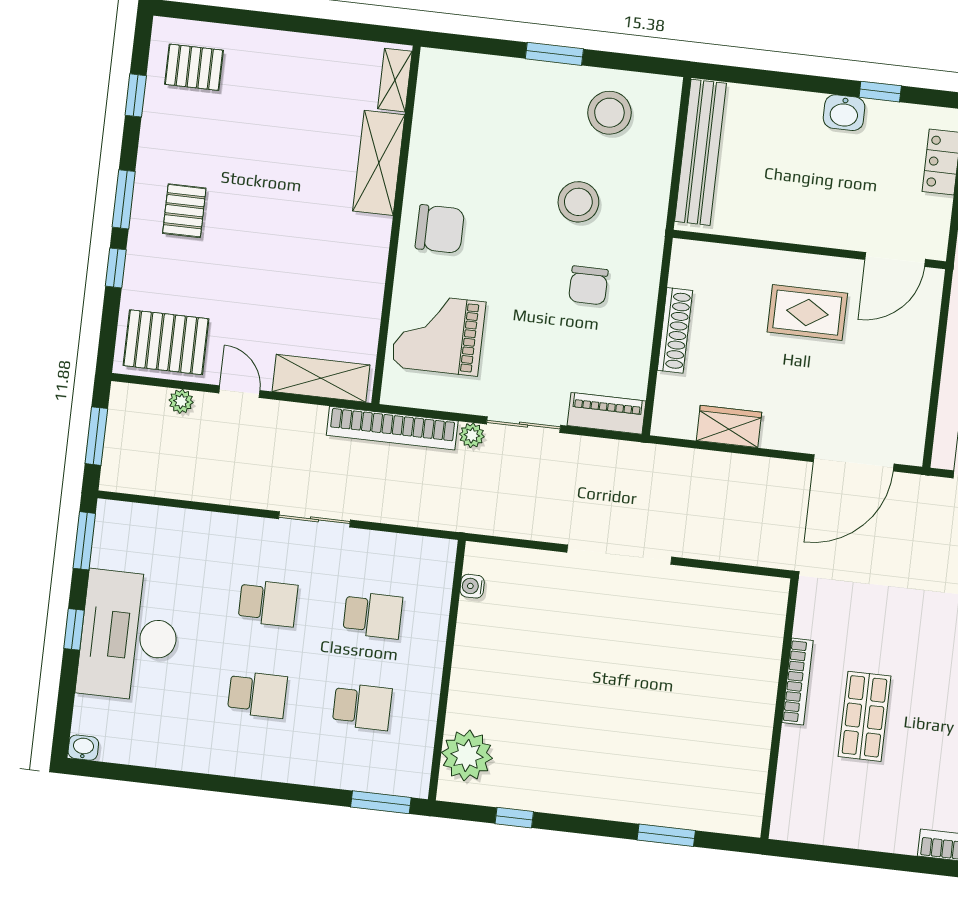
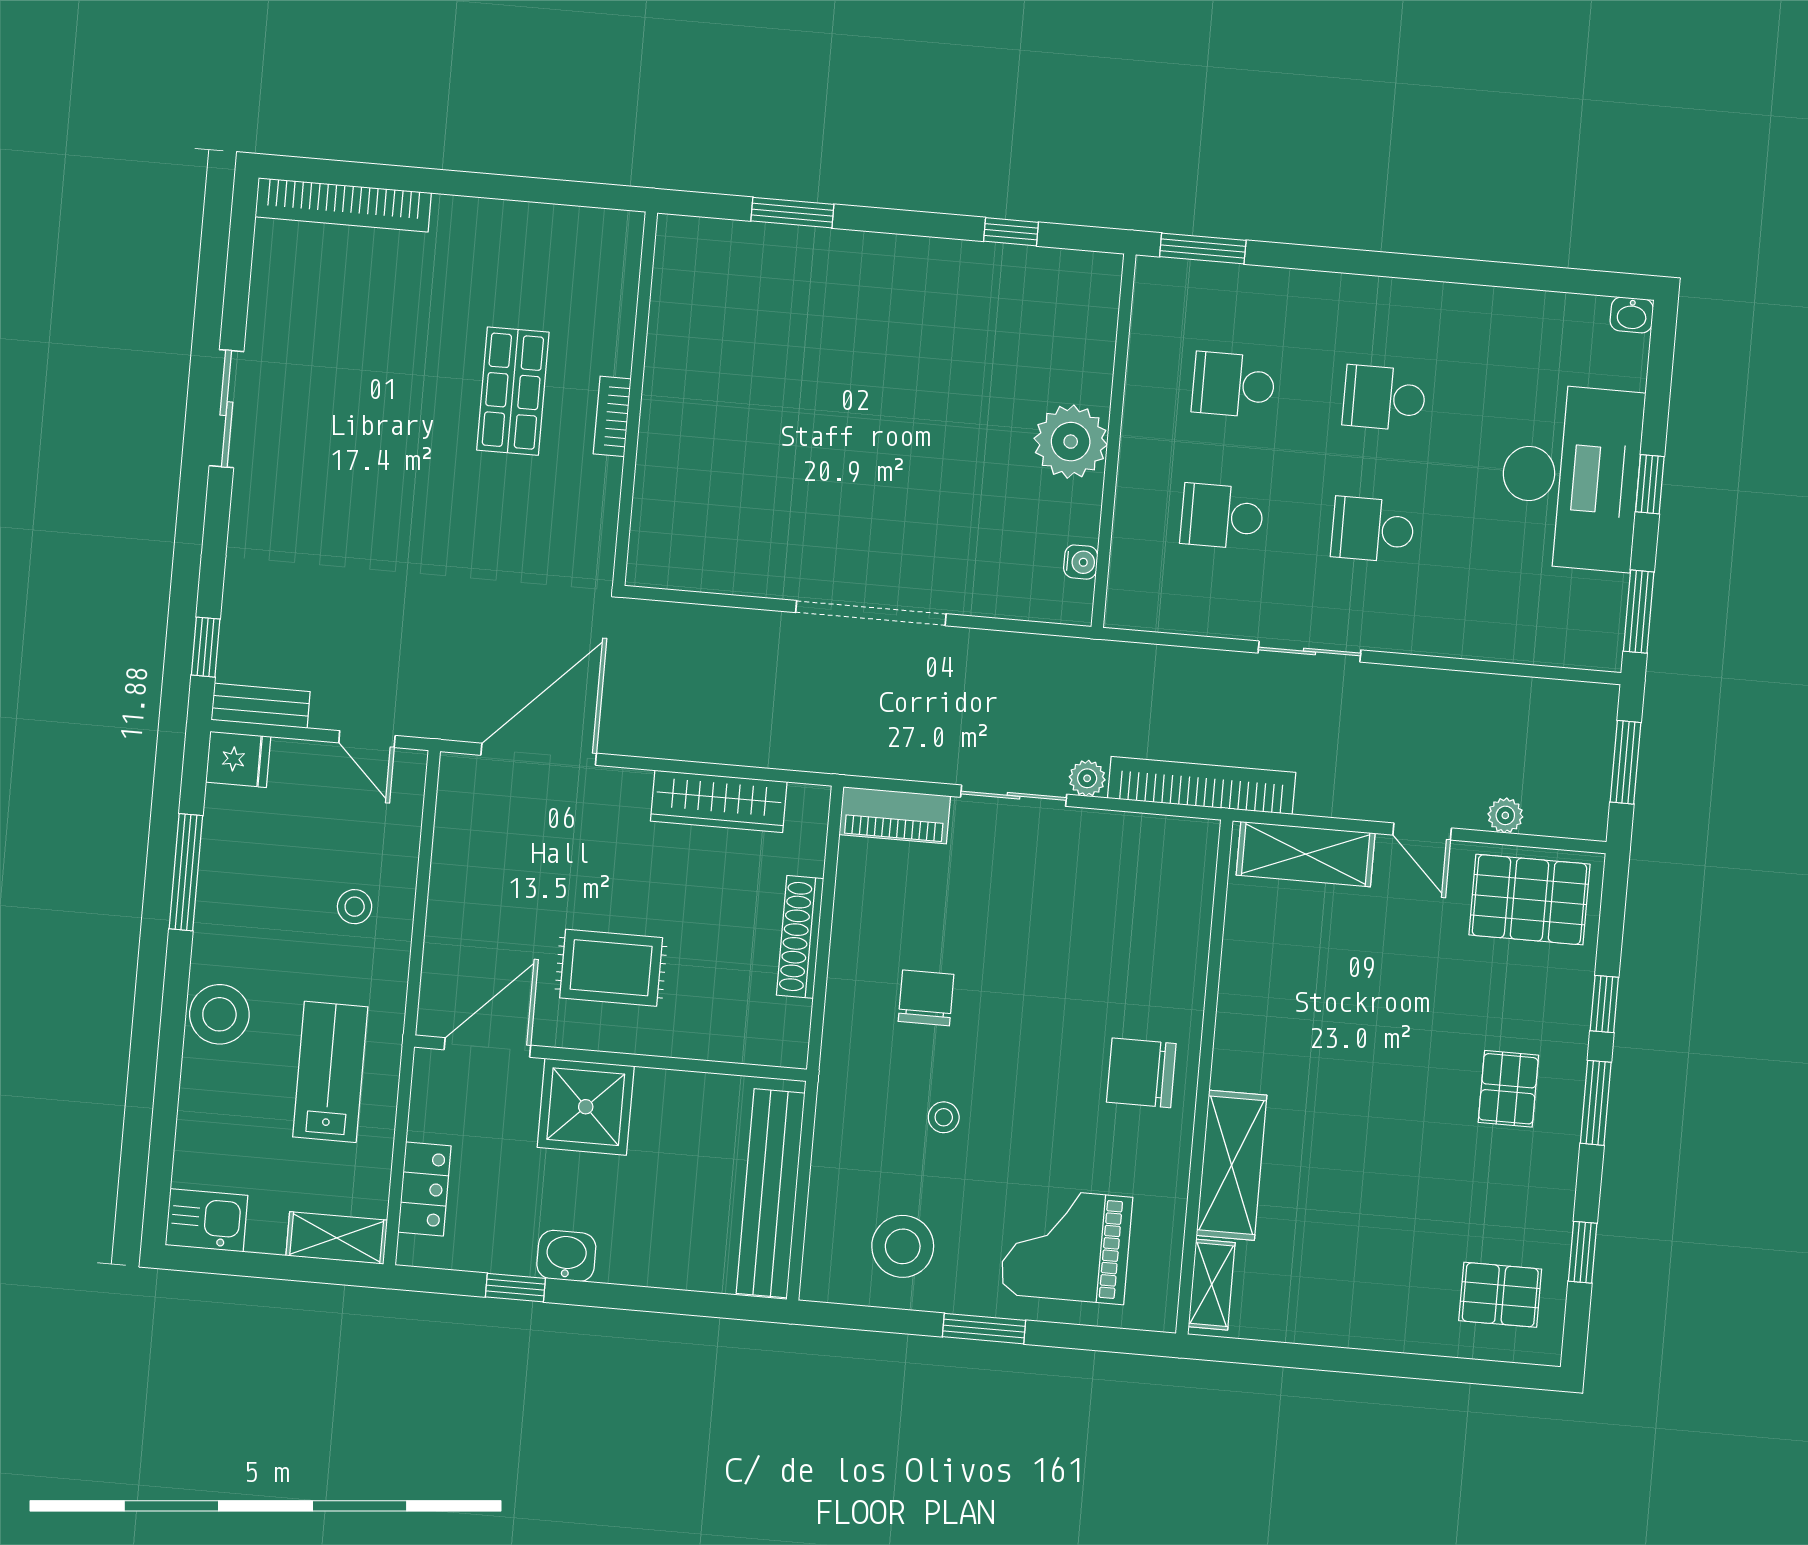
stool: (578, 202) -> (944, 1117), width x0.53, depth x0.53
shower: (828, 216) -> (586, 1107), added
grand piano: (439, 334) -> (1066, 1246), moved, turned 180
wardrobe: (729, 426) -> (719, 801), width x1.50
bookcase: (797, 682) -> (612, 416), width x0.64
plant: (467, 755) -> (1071, 442), moved

